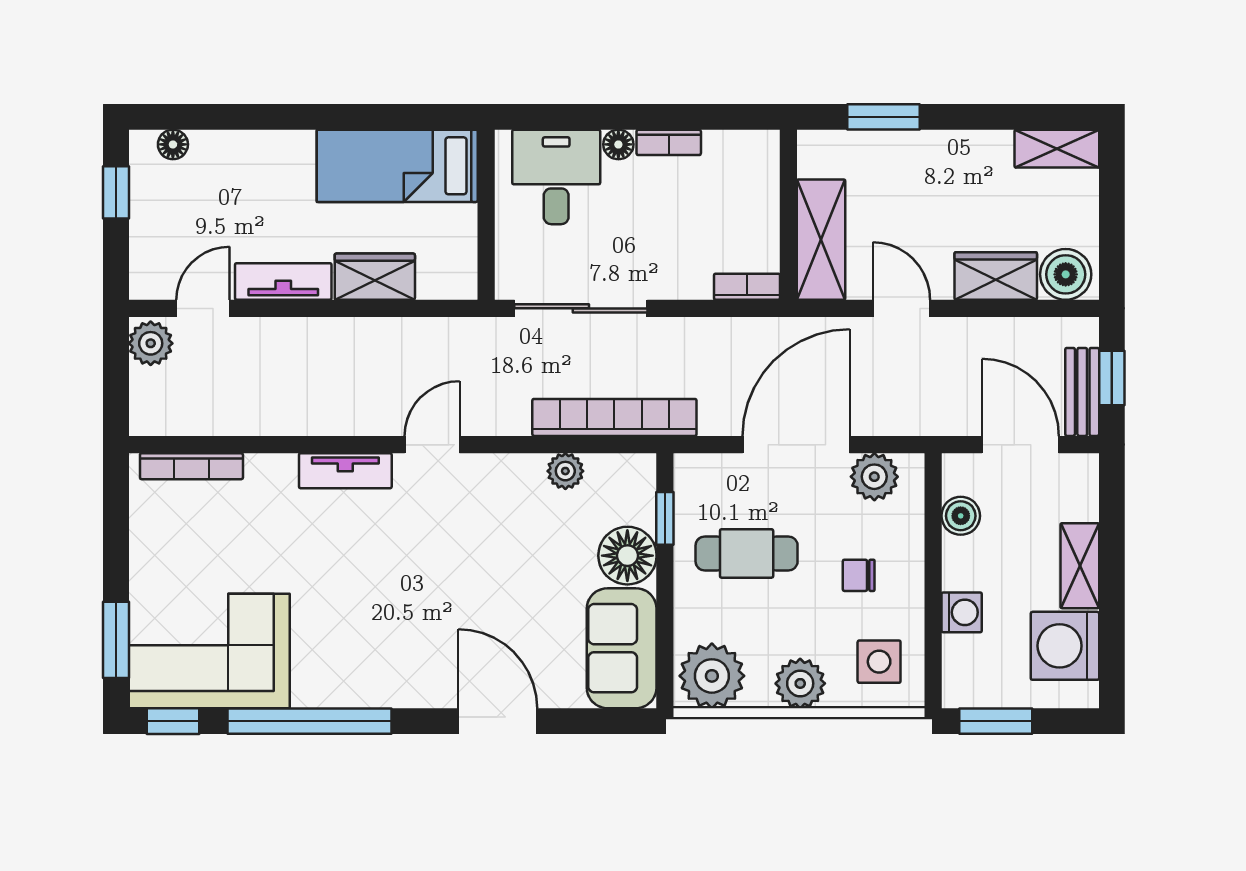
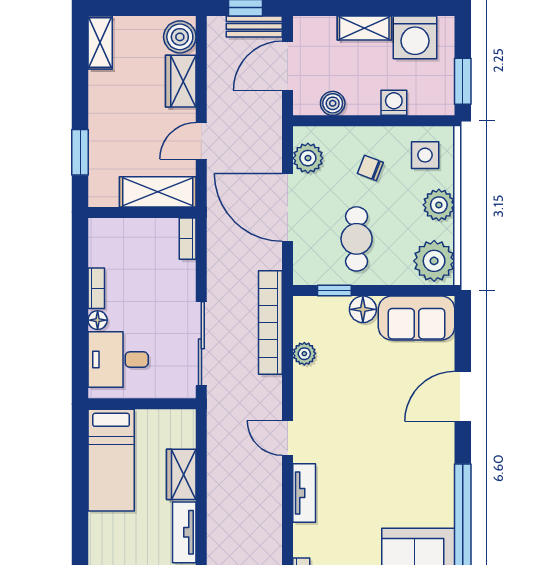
floor lamp: (627, 556) -> (363, 309), width x0.73, depth x0.73
chair: (859, 575) -> (370, 168), turned 111

